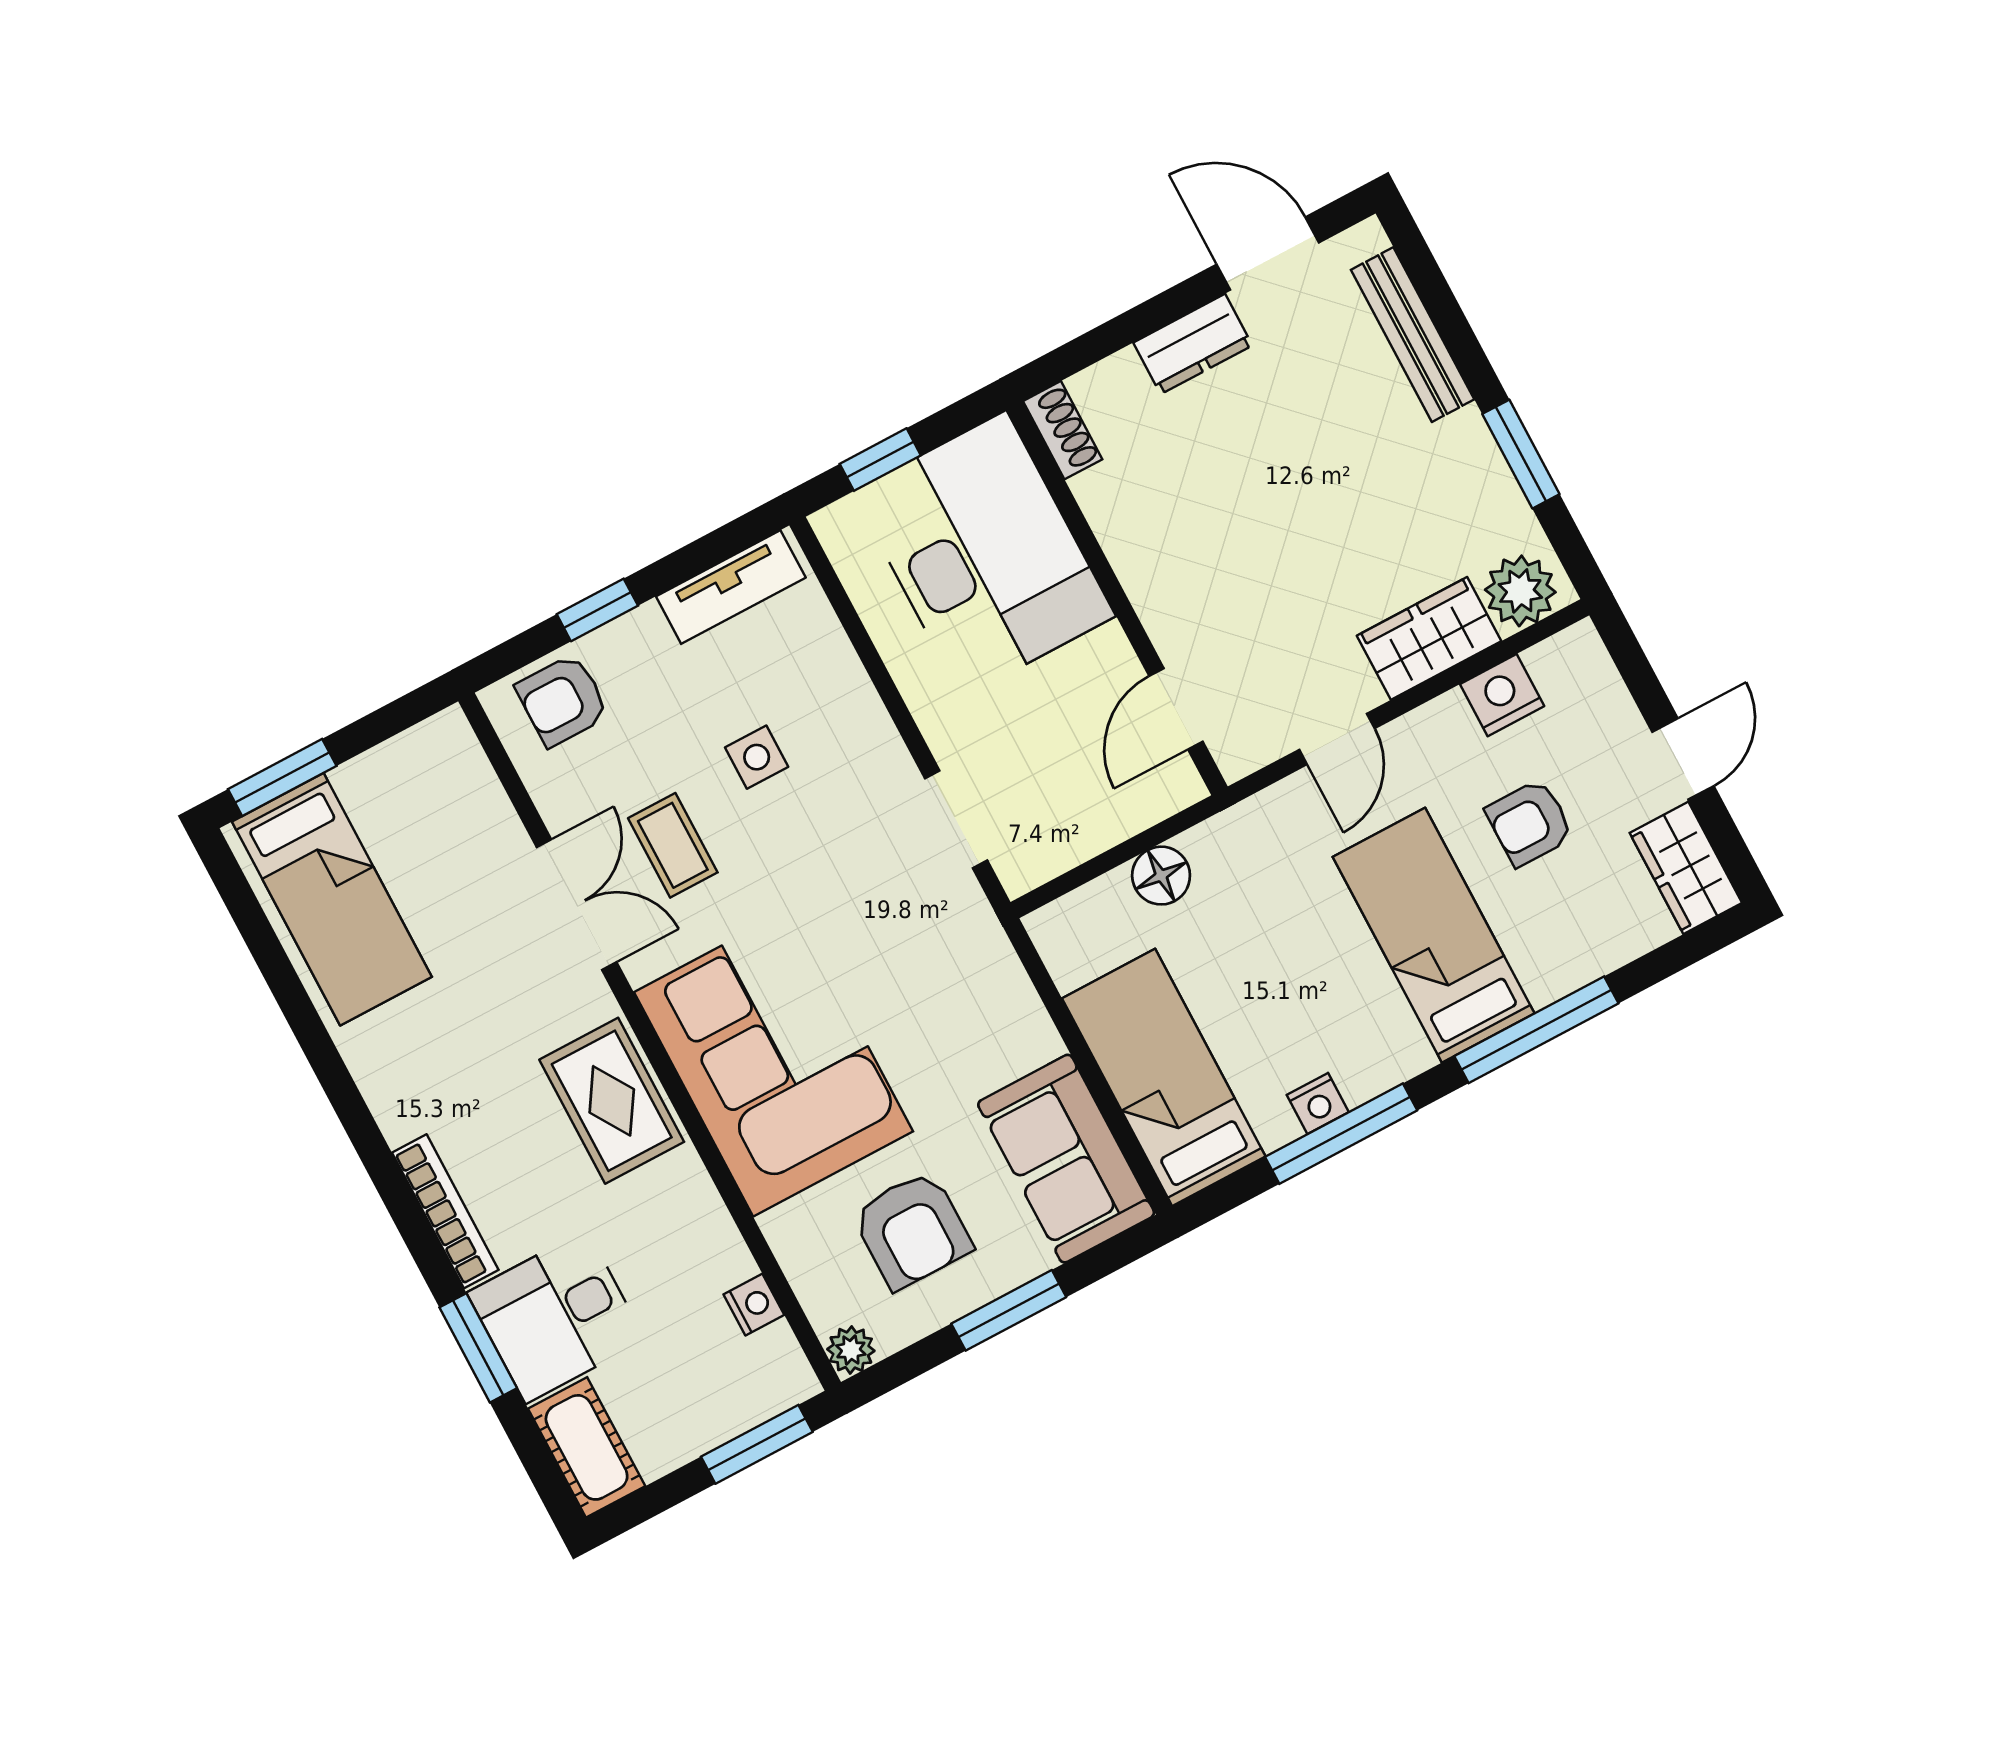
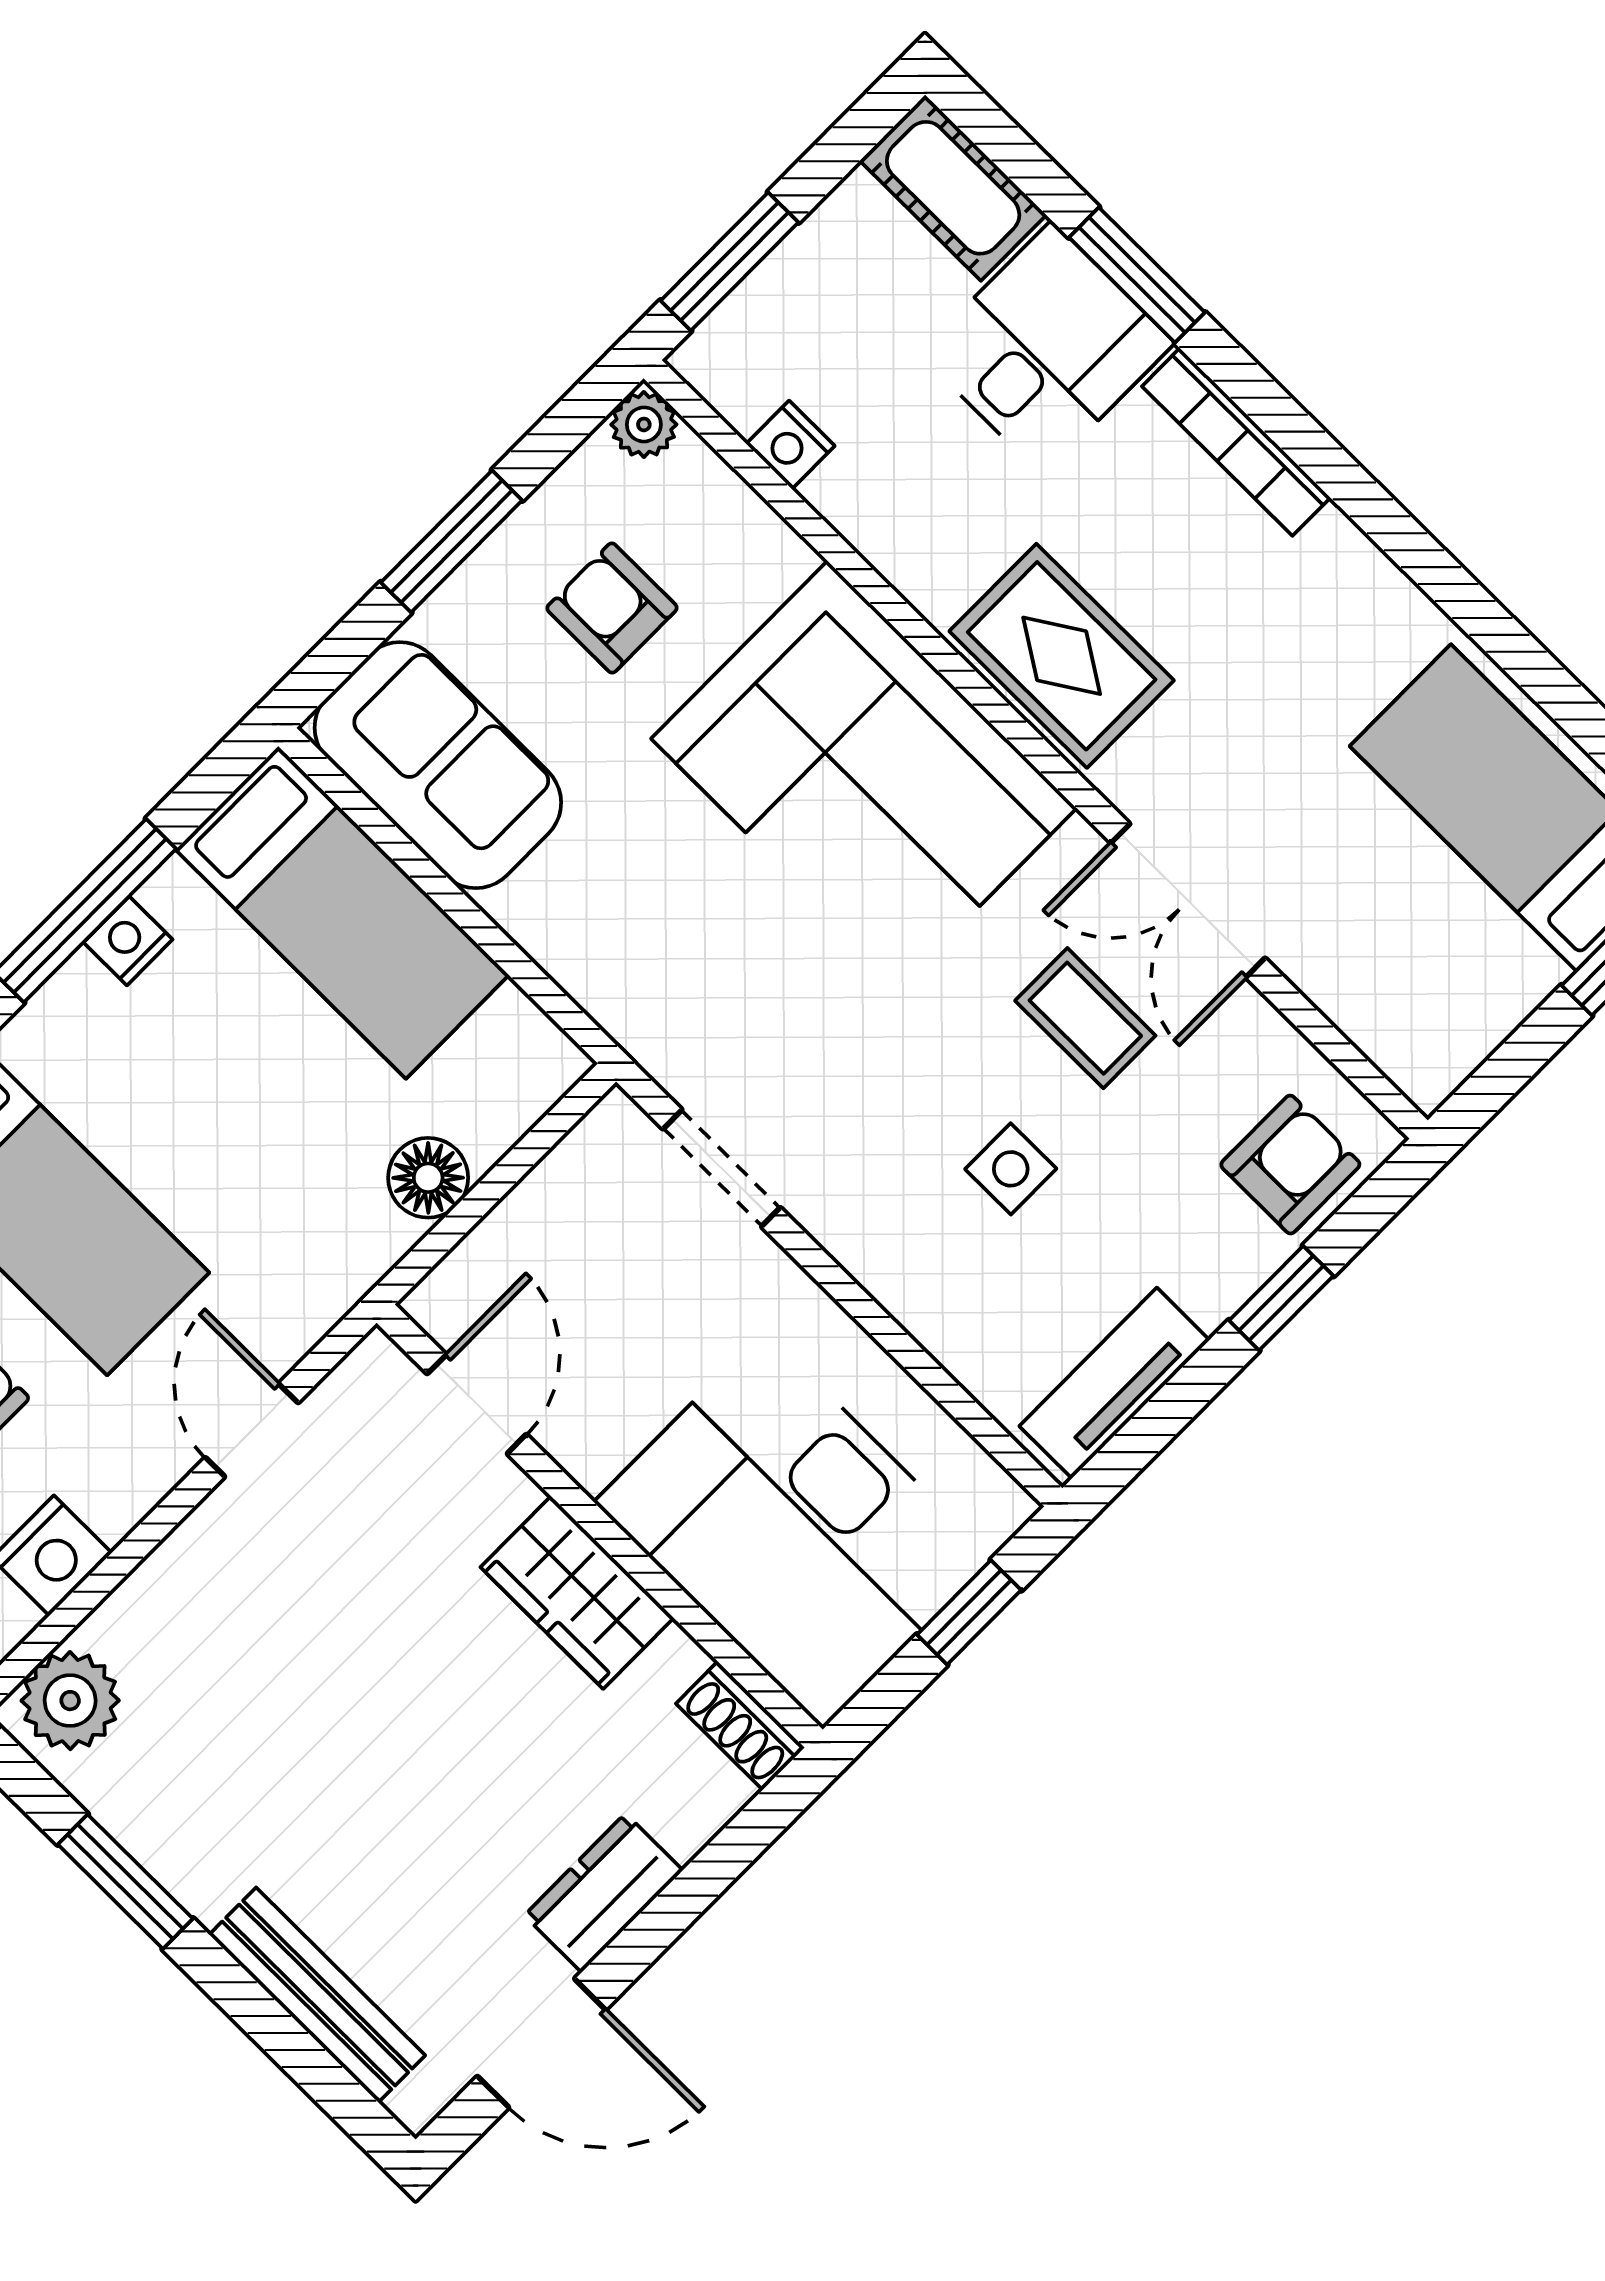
wardrobe: (1429, 638) -> (577, 1592), moved, turned 90
armchair: (912, 1230) -> (612, 608), width x0.72, depth x0.72

